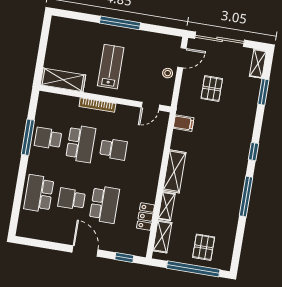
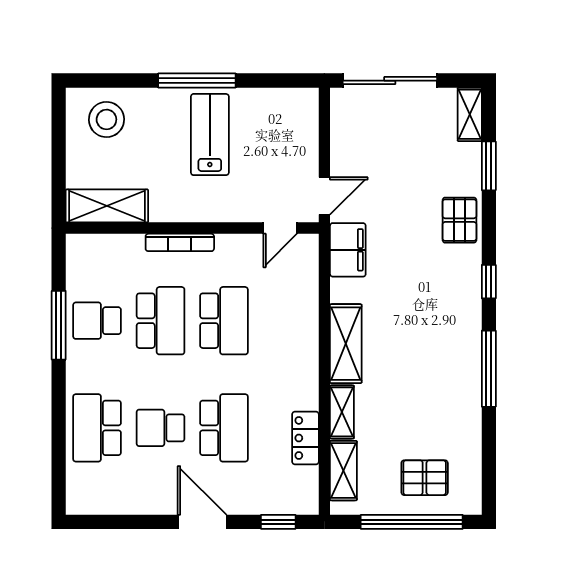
door: (182, 58) -> (324, 196), moved
lab bench: (111, 67) -> (210, 135), moved
stool: (168, 73) -> (106, 119), moved, width x1.89, depth x1.89
pallet: (212, 89) -> (459, 220), moved
filing cabinet: (183, 123) -> (348, 250), width x2.00
school desk: (113, 149) -> (224, 321), width x1.85
pallet: (204, 247) -> (425, 478), turned 90

